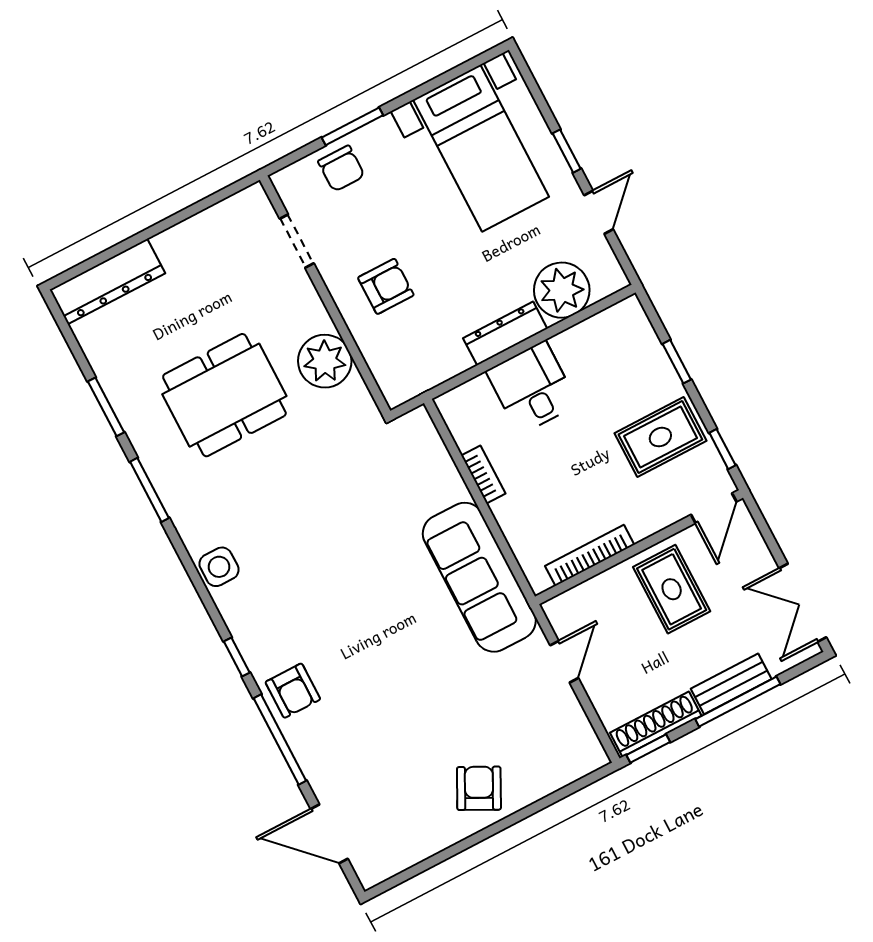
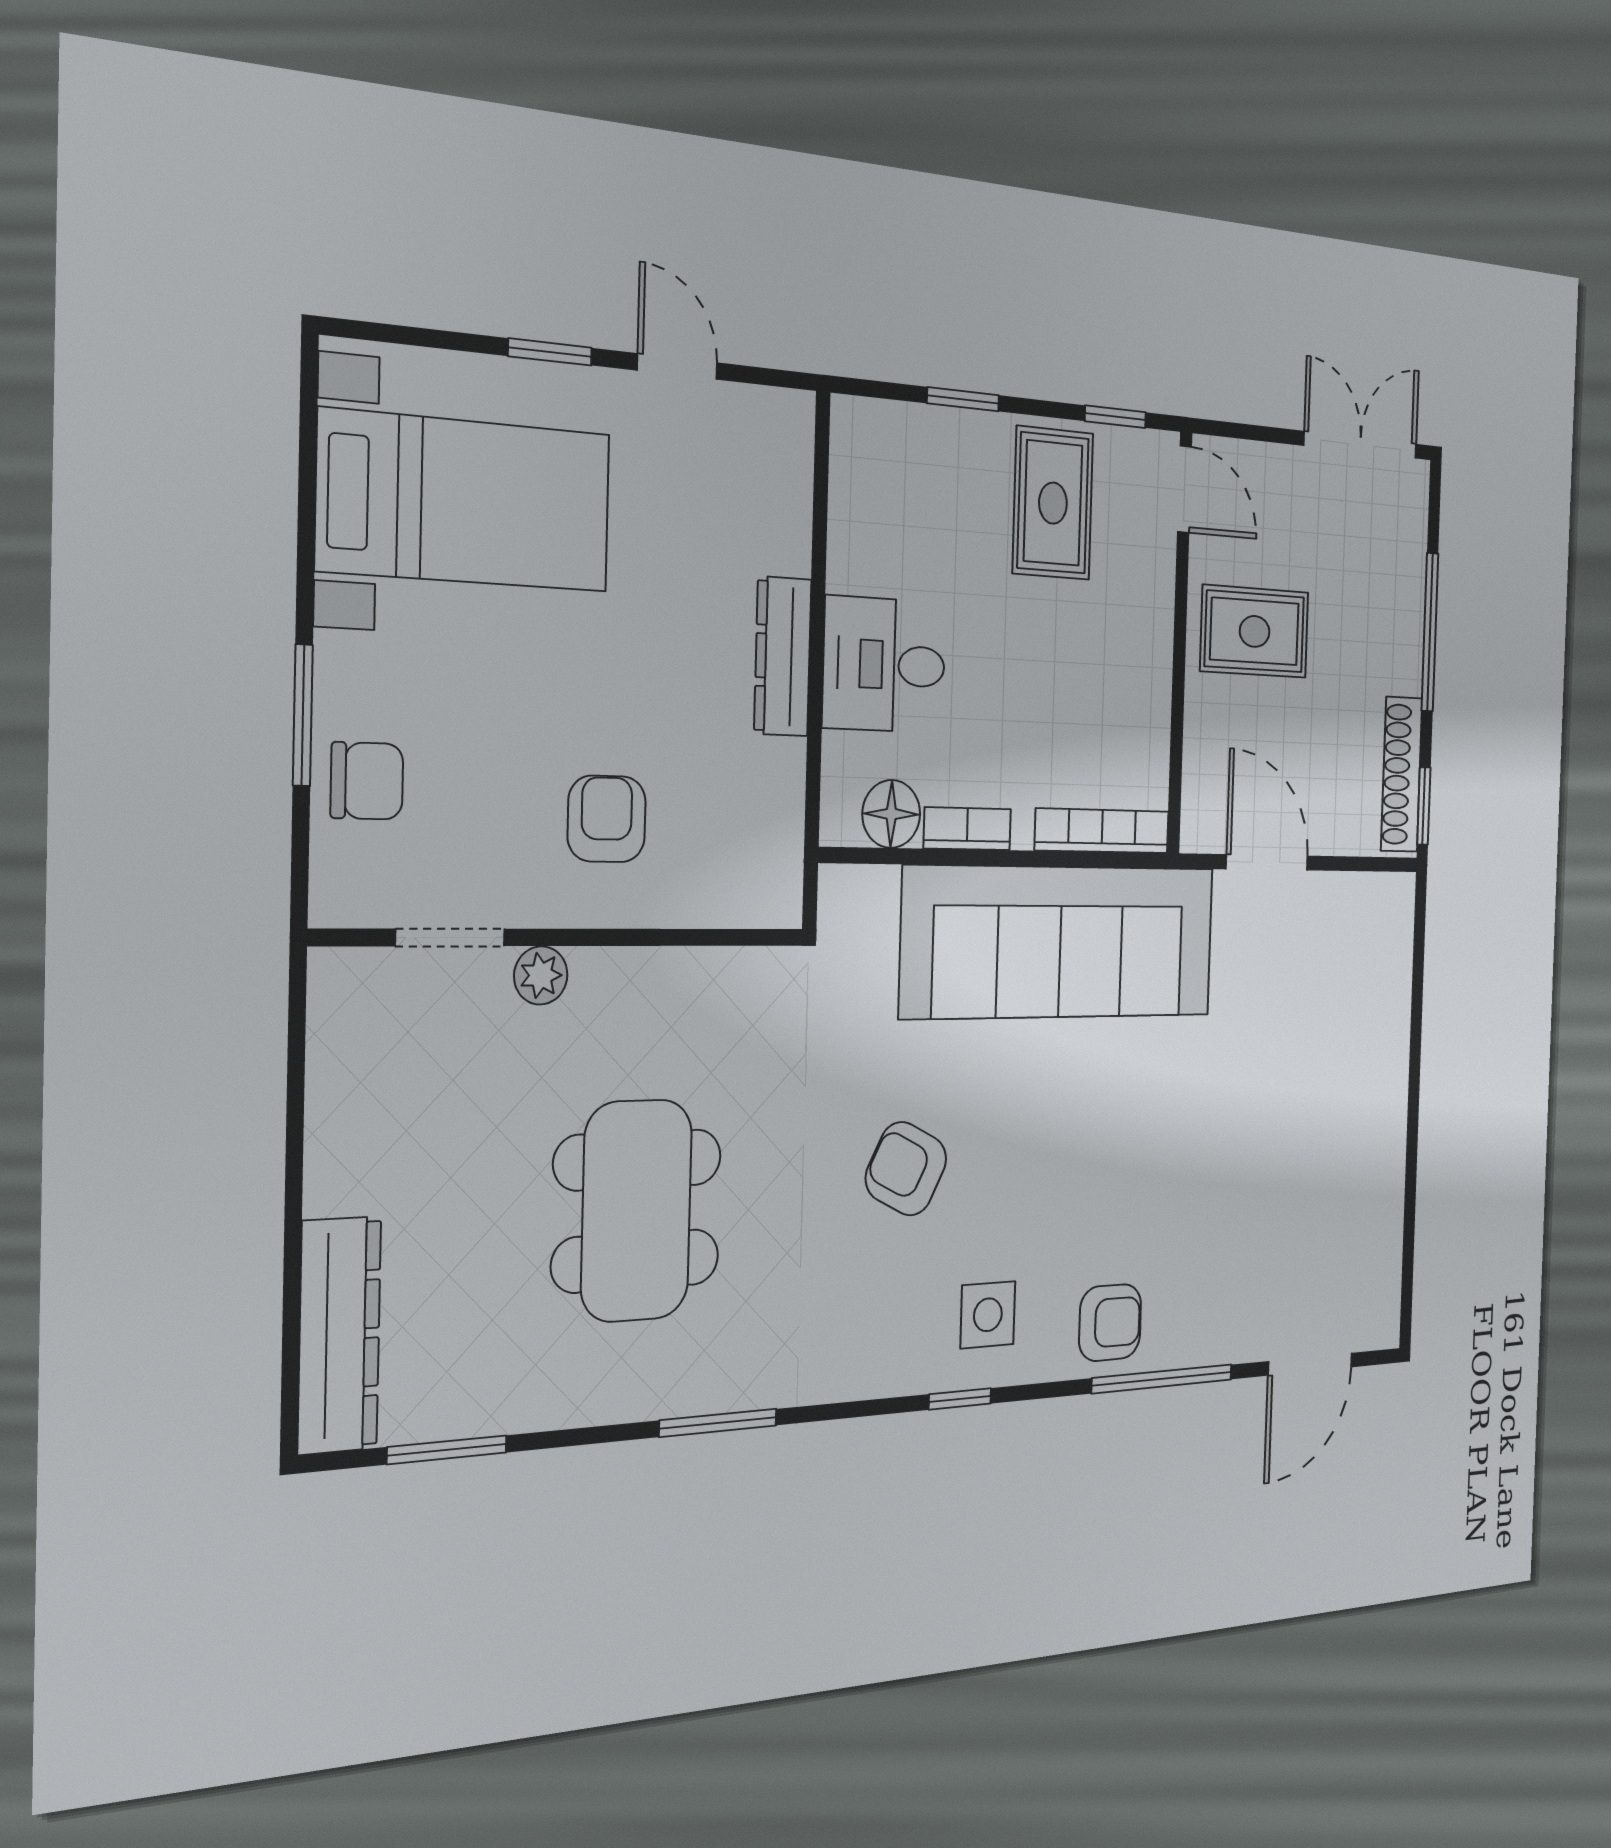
plant: (562, 290) -> (765, 515), removed
plant: (325, 361) -> (541, 975), moved, width x0.53, depth x0.53
window: (106, 407) -> (447, 1450), moved
floor lamp: (467, 429) -> (891, 814), added
bookcase: (590, 555) -> (1102, 831), moved, turned 90
side table: (219, 567) -> (988, 1315), moved
sofa: (479, 577) -> (1060, 942), width x1.36, depth x1.27
double door: (803, 603) -> (1361, 445), swing flipped
window: (237, 657) -> (960, 1399), moved
door: (564, 662) -> (1267, 862), width x1.38
bench: (731, 684) -> (1406, 626), removed
armchair: (479, 788) -> (906, 1169), moved

